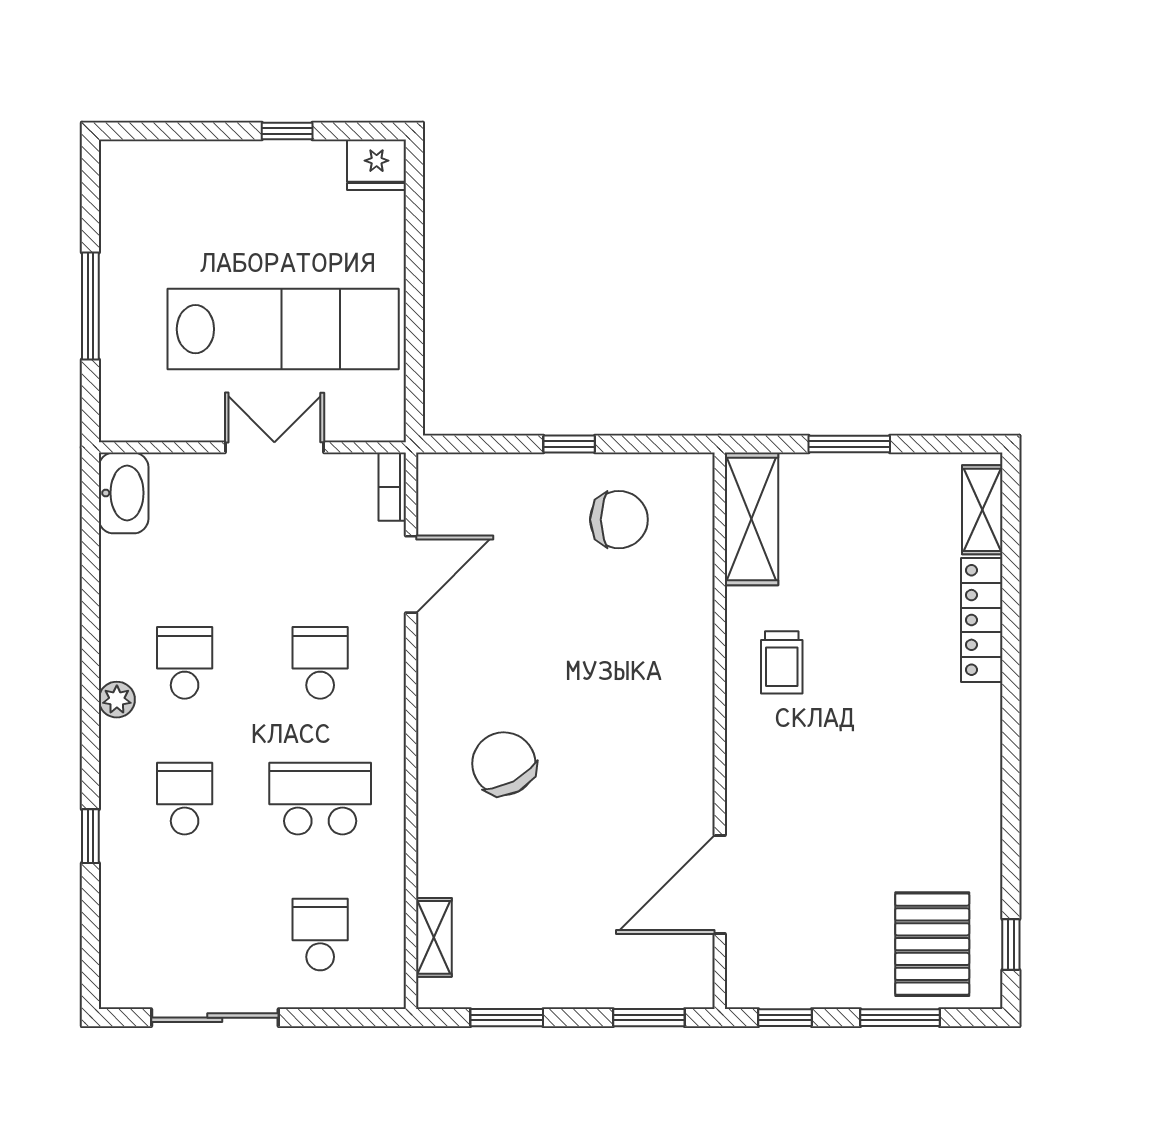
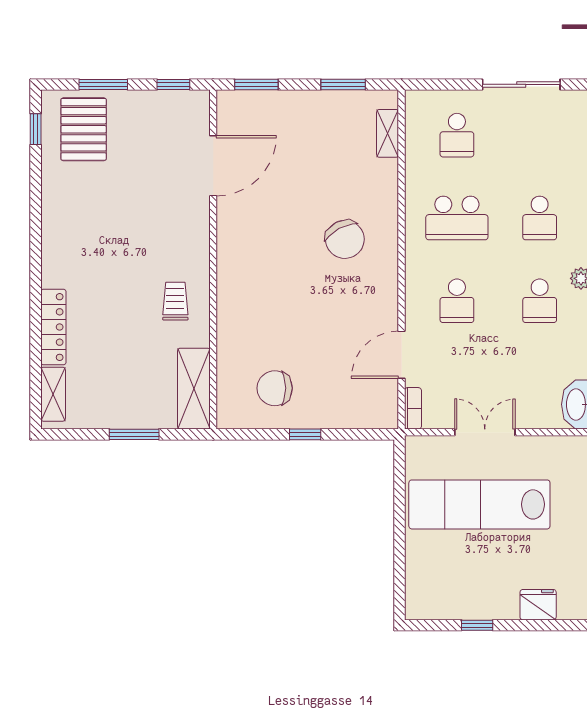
fridge: (377, 165) -> (538, 605), moved
double door: (274, 447) -> (485, 432), swing flipped

